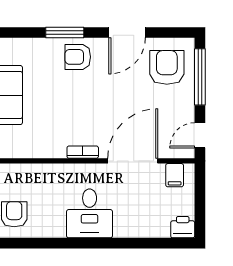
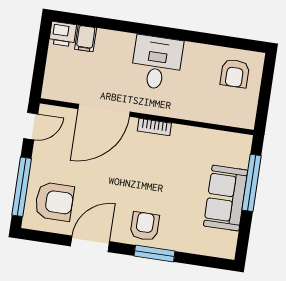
armchair: (78, 57) -> (145, 226), turned -90
armchair: (167, 67) -> (54, 202), turned -90
filing cabinet: (175, 175) -> (86, 38), moved, turned 180

